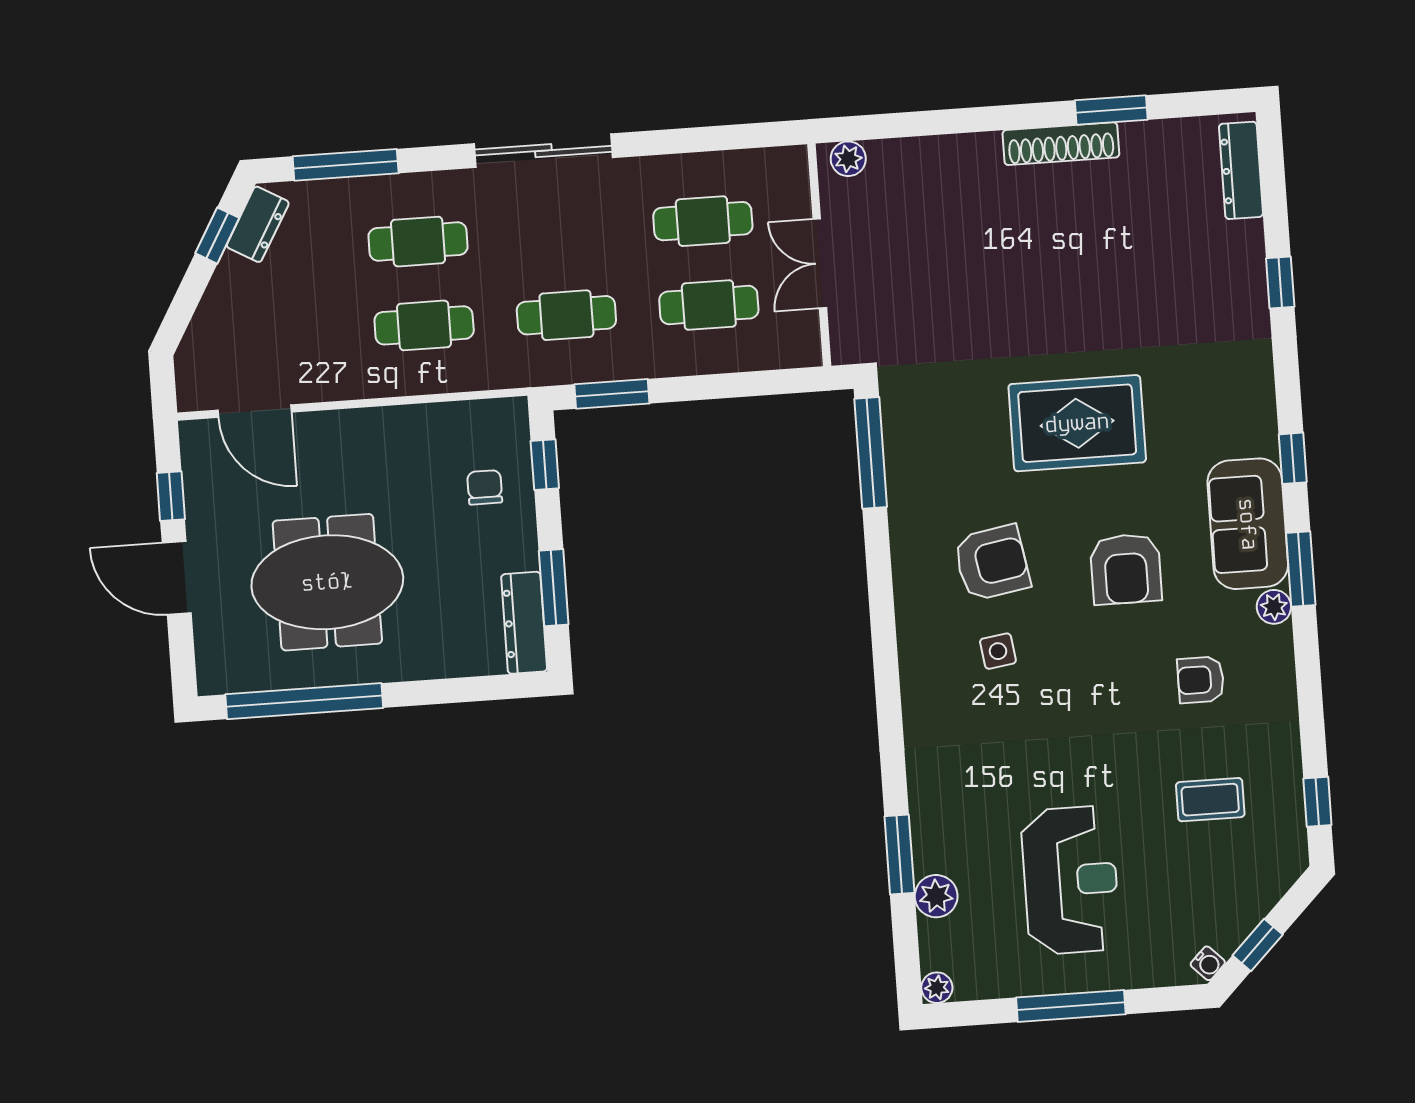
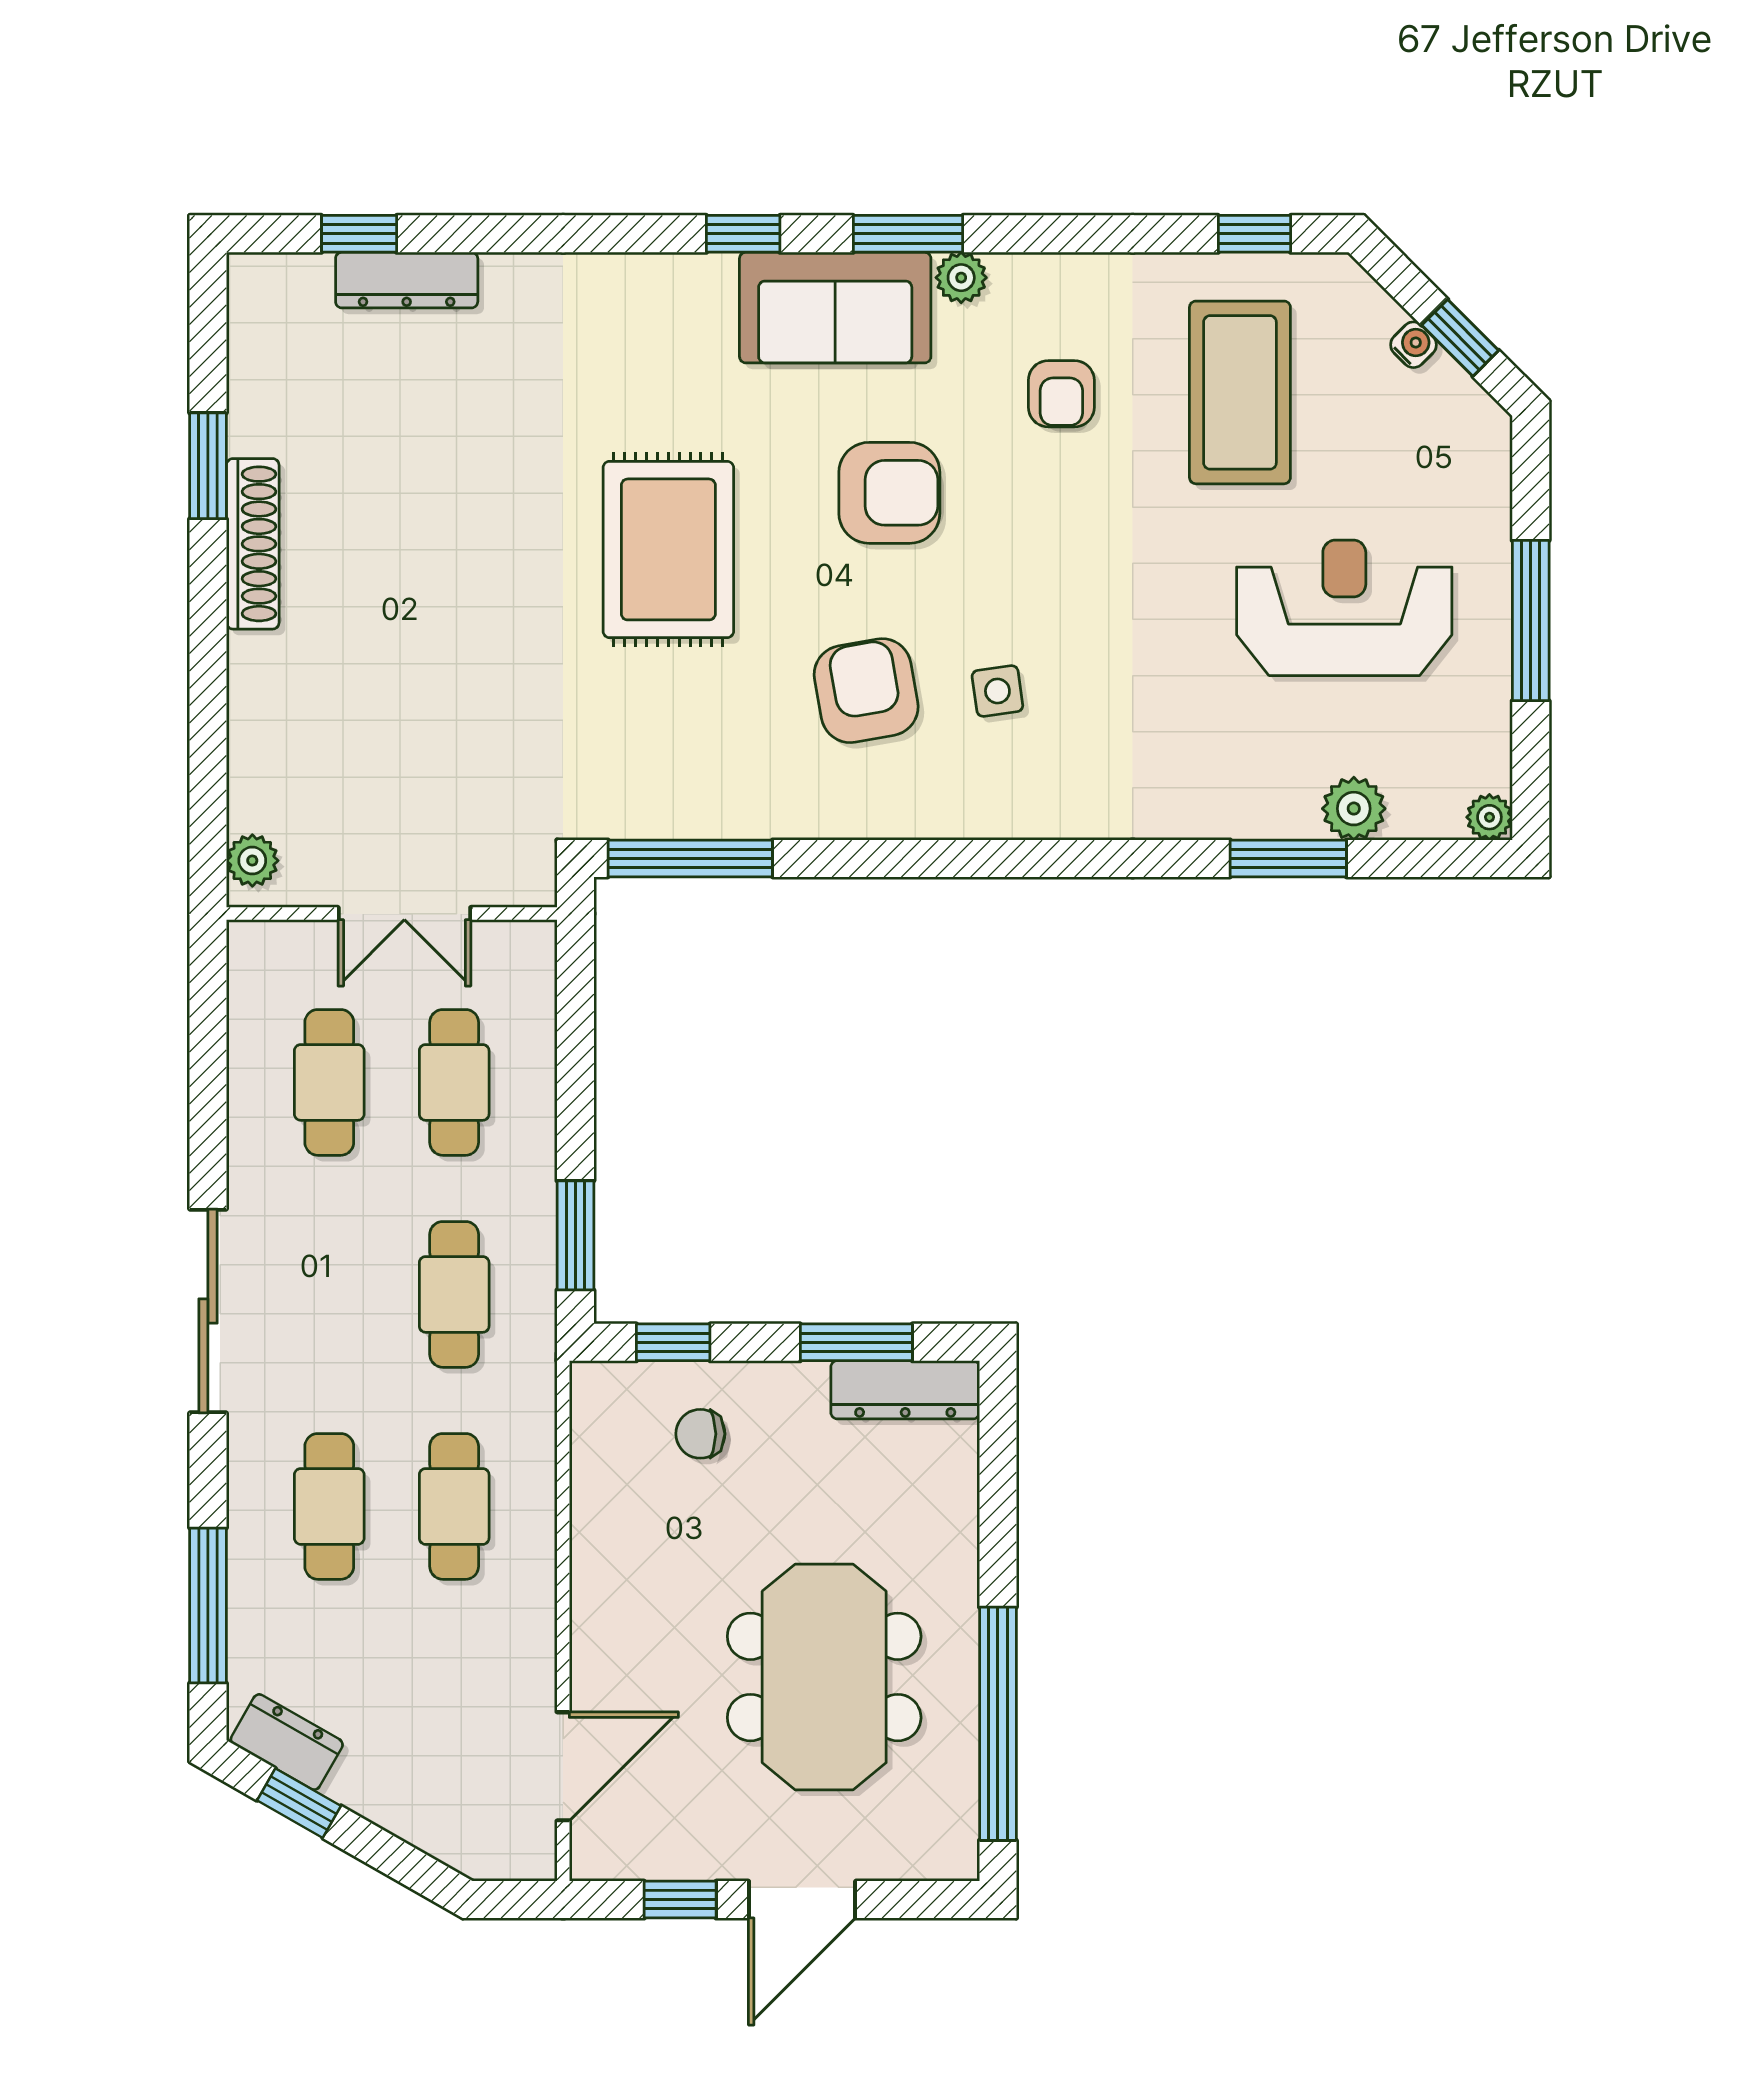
dresser: (1241, 170) -> (407, 280), moved
window: (1280, 282) -> (359, 234), moved
coffee table: (1210, 800) -> (1240, 392), width x1.86, depth x1.72
water cooler: (1208, 963) -> (1413, 345), moved

